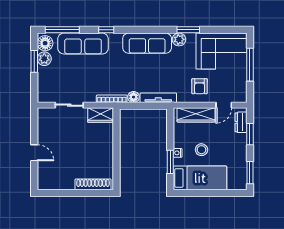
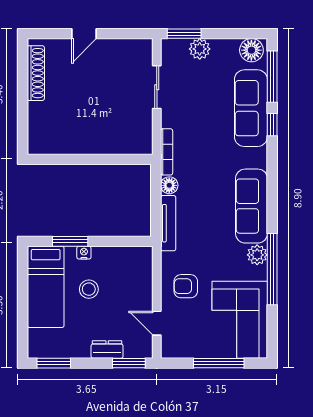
window: (106, 30) -> (272, 125), moved
window: (188, 30) -> (272, 269), width x2.11
plant: (44, 59) -> (200, 49), moved
window: (34, 61) -> (184, 34), moved
wardrobe: (101, 115) -> (142, 135), removed
wardrobe: (196, 115) -> (142, 281), removed
dresser: (241, 122) -> (107, 350), moved
window: (250, 134) -> (129, 363), moved
shoe rack: (93, 184) -> (36, 73), moved

